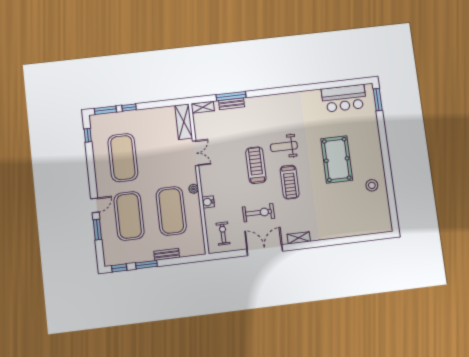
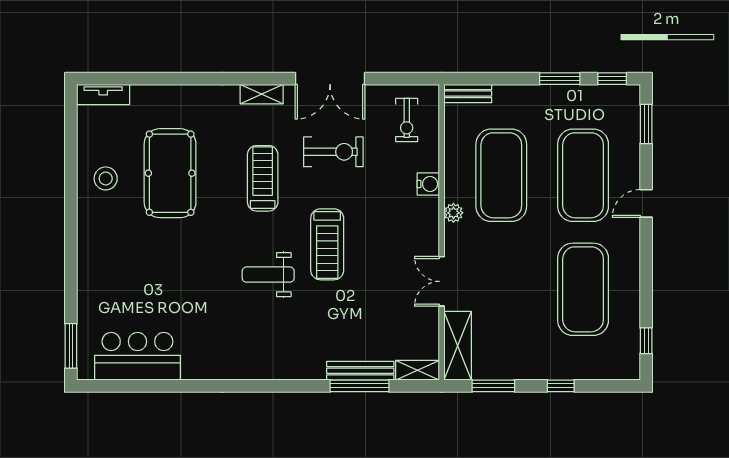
bench: (232, 104) -> (360, 371), width x1.36
window: (105, 110) -> (493, 386), moved
weight bench: (284, 146) -> (268, 275), turned 180
pool table: (337, 160) -> (170, 173), moved
treadmill: (290, 182) -> (263, 178), moved
exercise bike: (259, 213) -> (333, 152), turned 180
tv unit: (379, 228) -> (103, 95), added
window: (97, 230) -> (646, 124), moved
bench: (167, 254) -> (468, 94), moved

